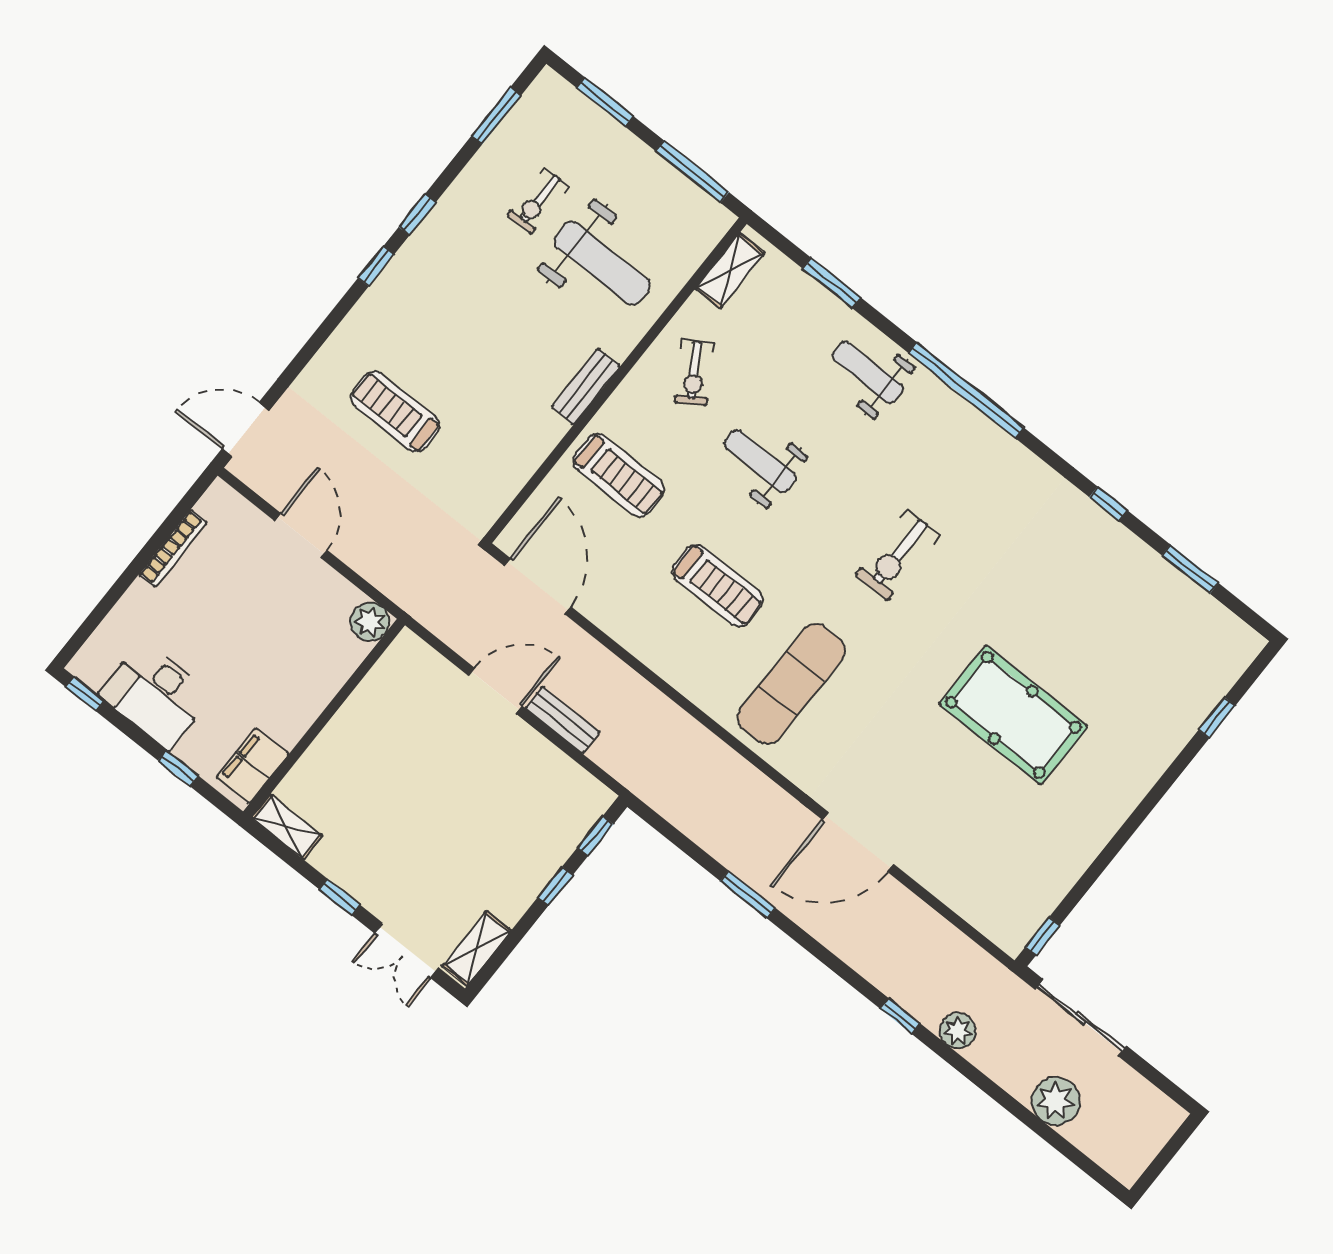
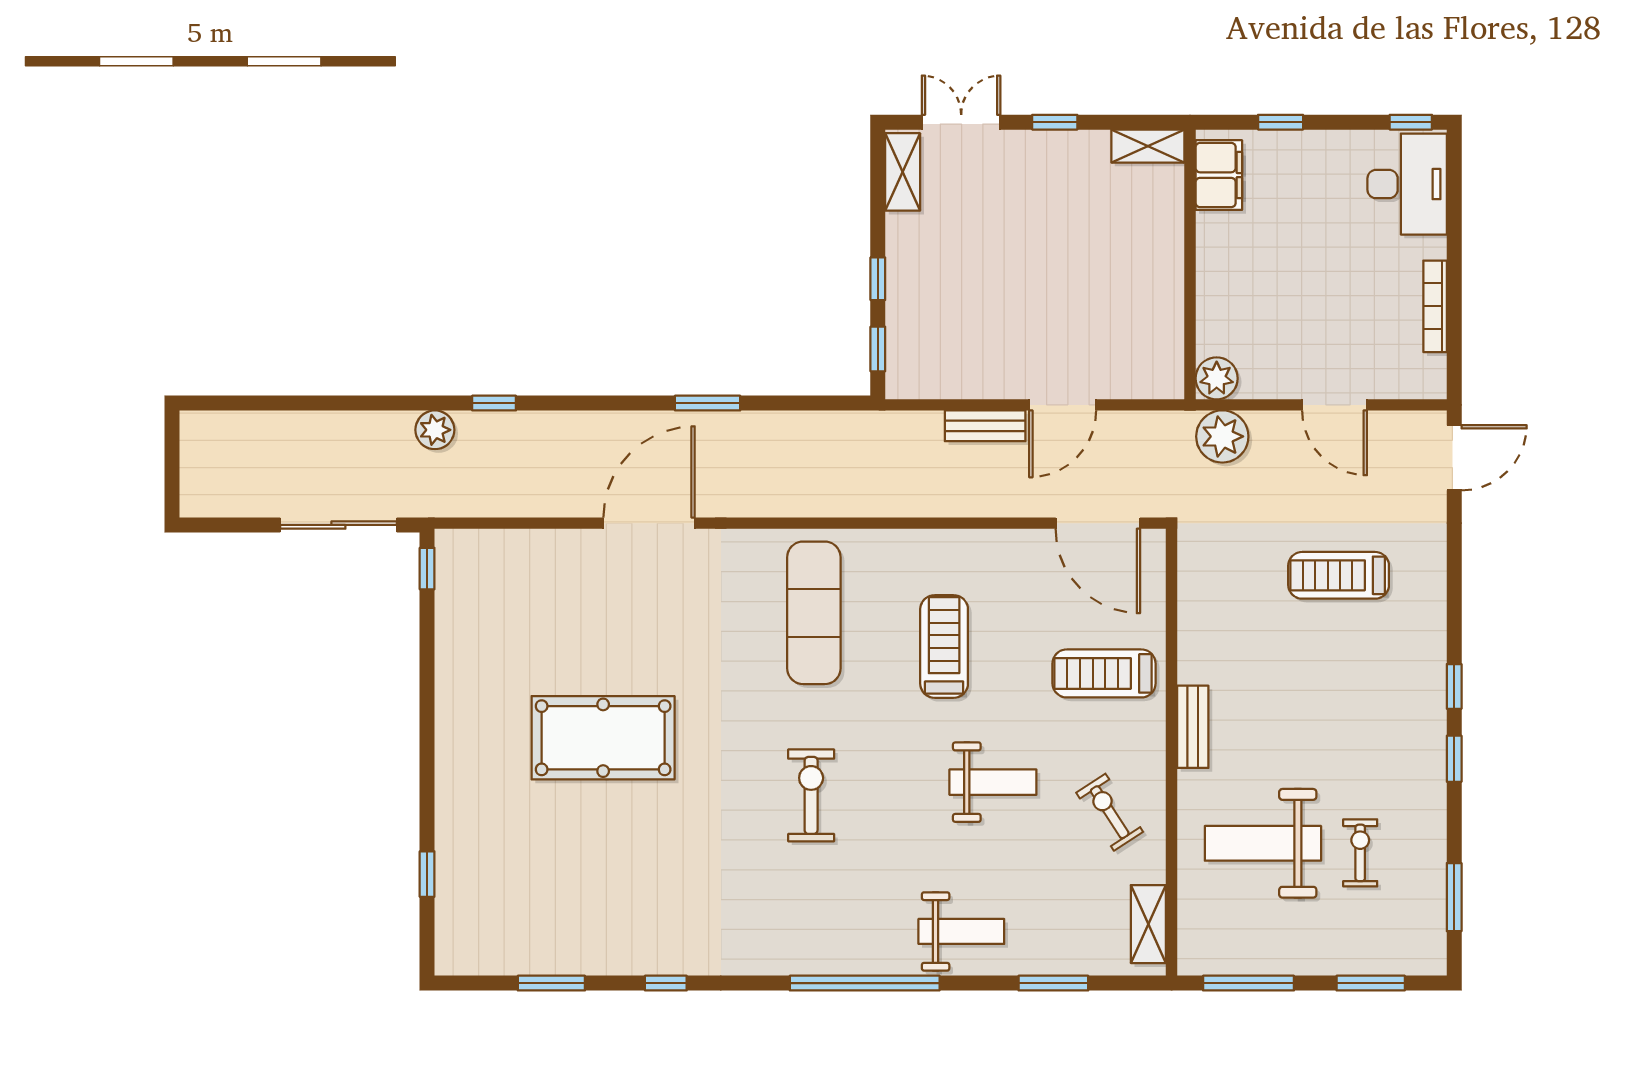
treadmill: (395, 412) -> (1339, 575), turned 180
treadmill: (718, 586) -> (944, 646), turned 90
desk: (156, 695) -> (1407, 184), moved, turned 90
plant: (1056, 1101) -> (1222, 436), moved

